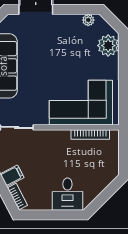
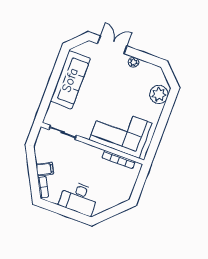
plant: (88, 20) -> (133, 62), moved
desk: (67, 194) -> (79, 198), width x1.37

